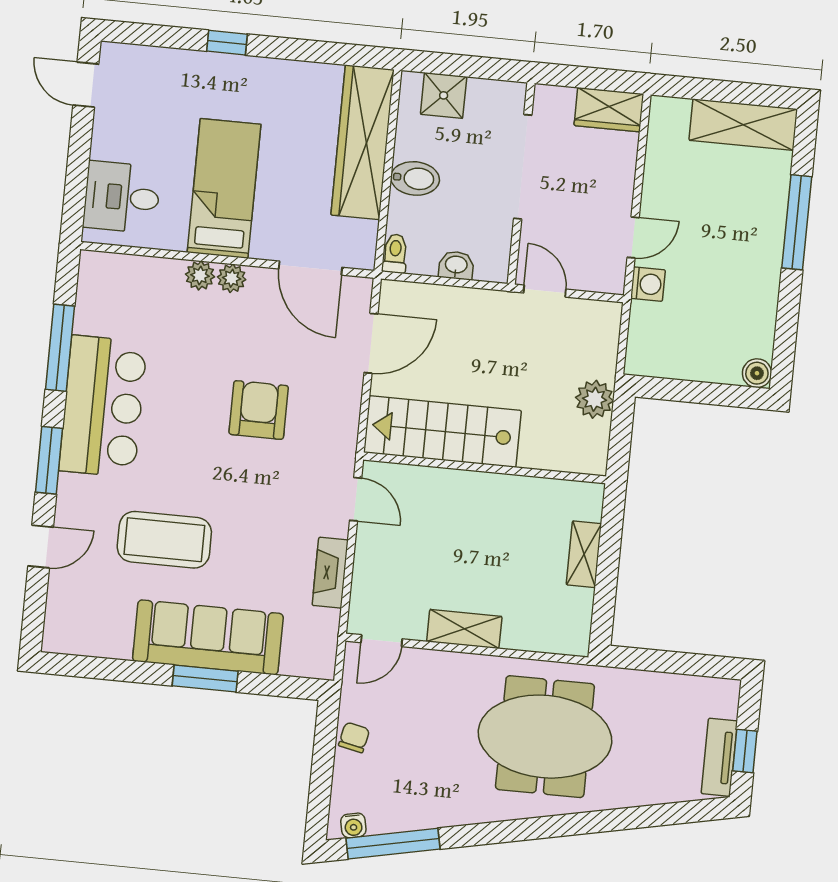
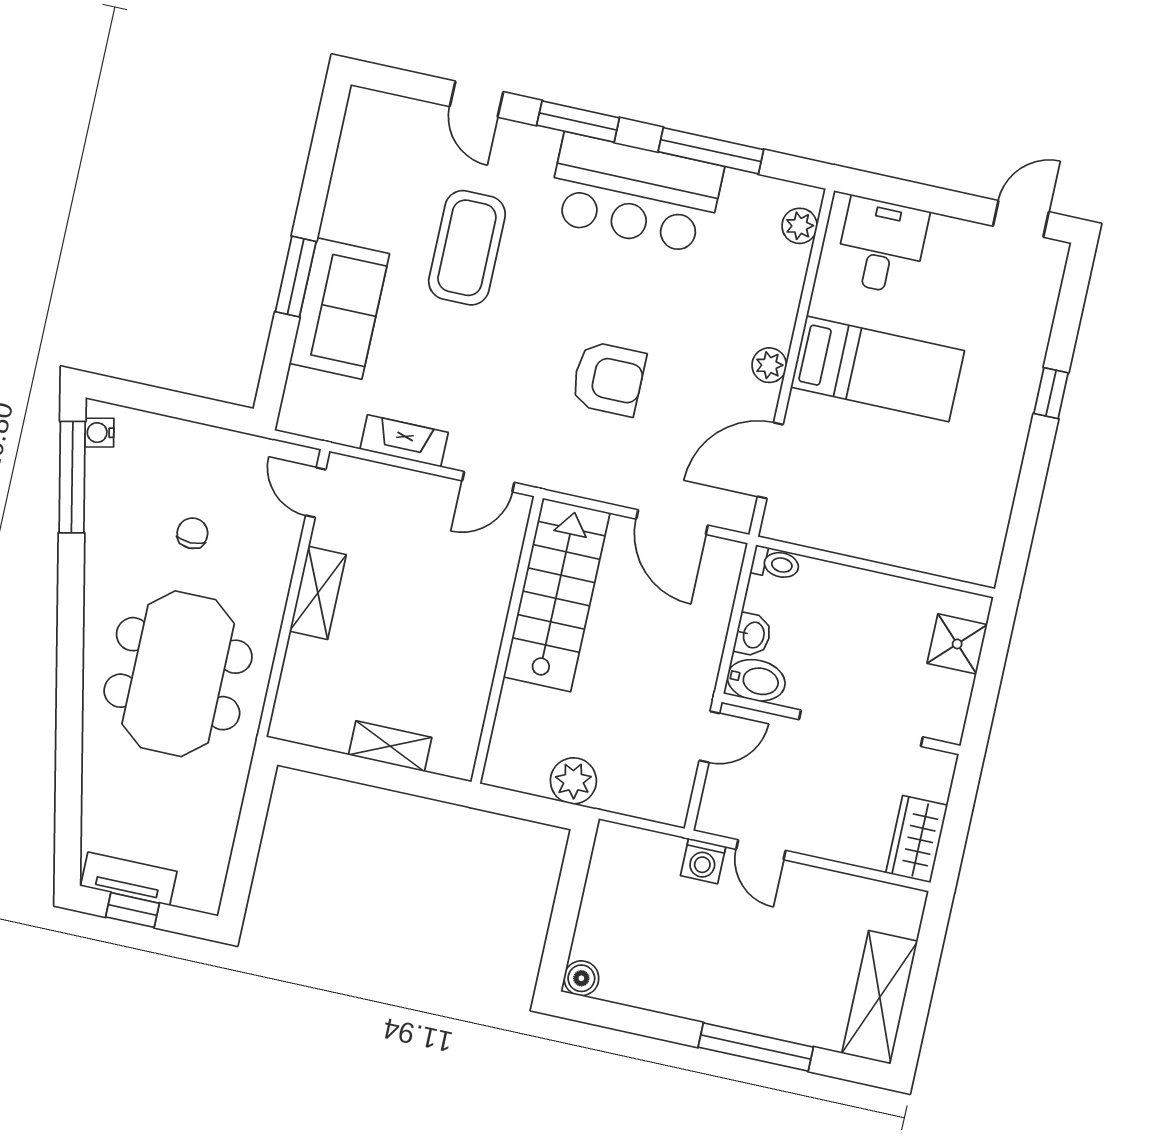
wardrobe: (363, 142) -> (913, 541), removed
bidet: (415, 178) -> (756, 680), moved, turned -90
plant: (200, 275) -> (800, 226), moved
sofa: (208, 637) -> (339, 308), width x0.73
chair: (354, 737) -> (192, 533), moved, turned -102

